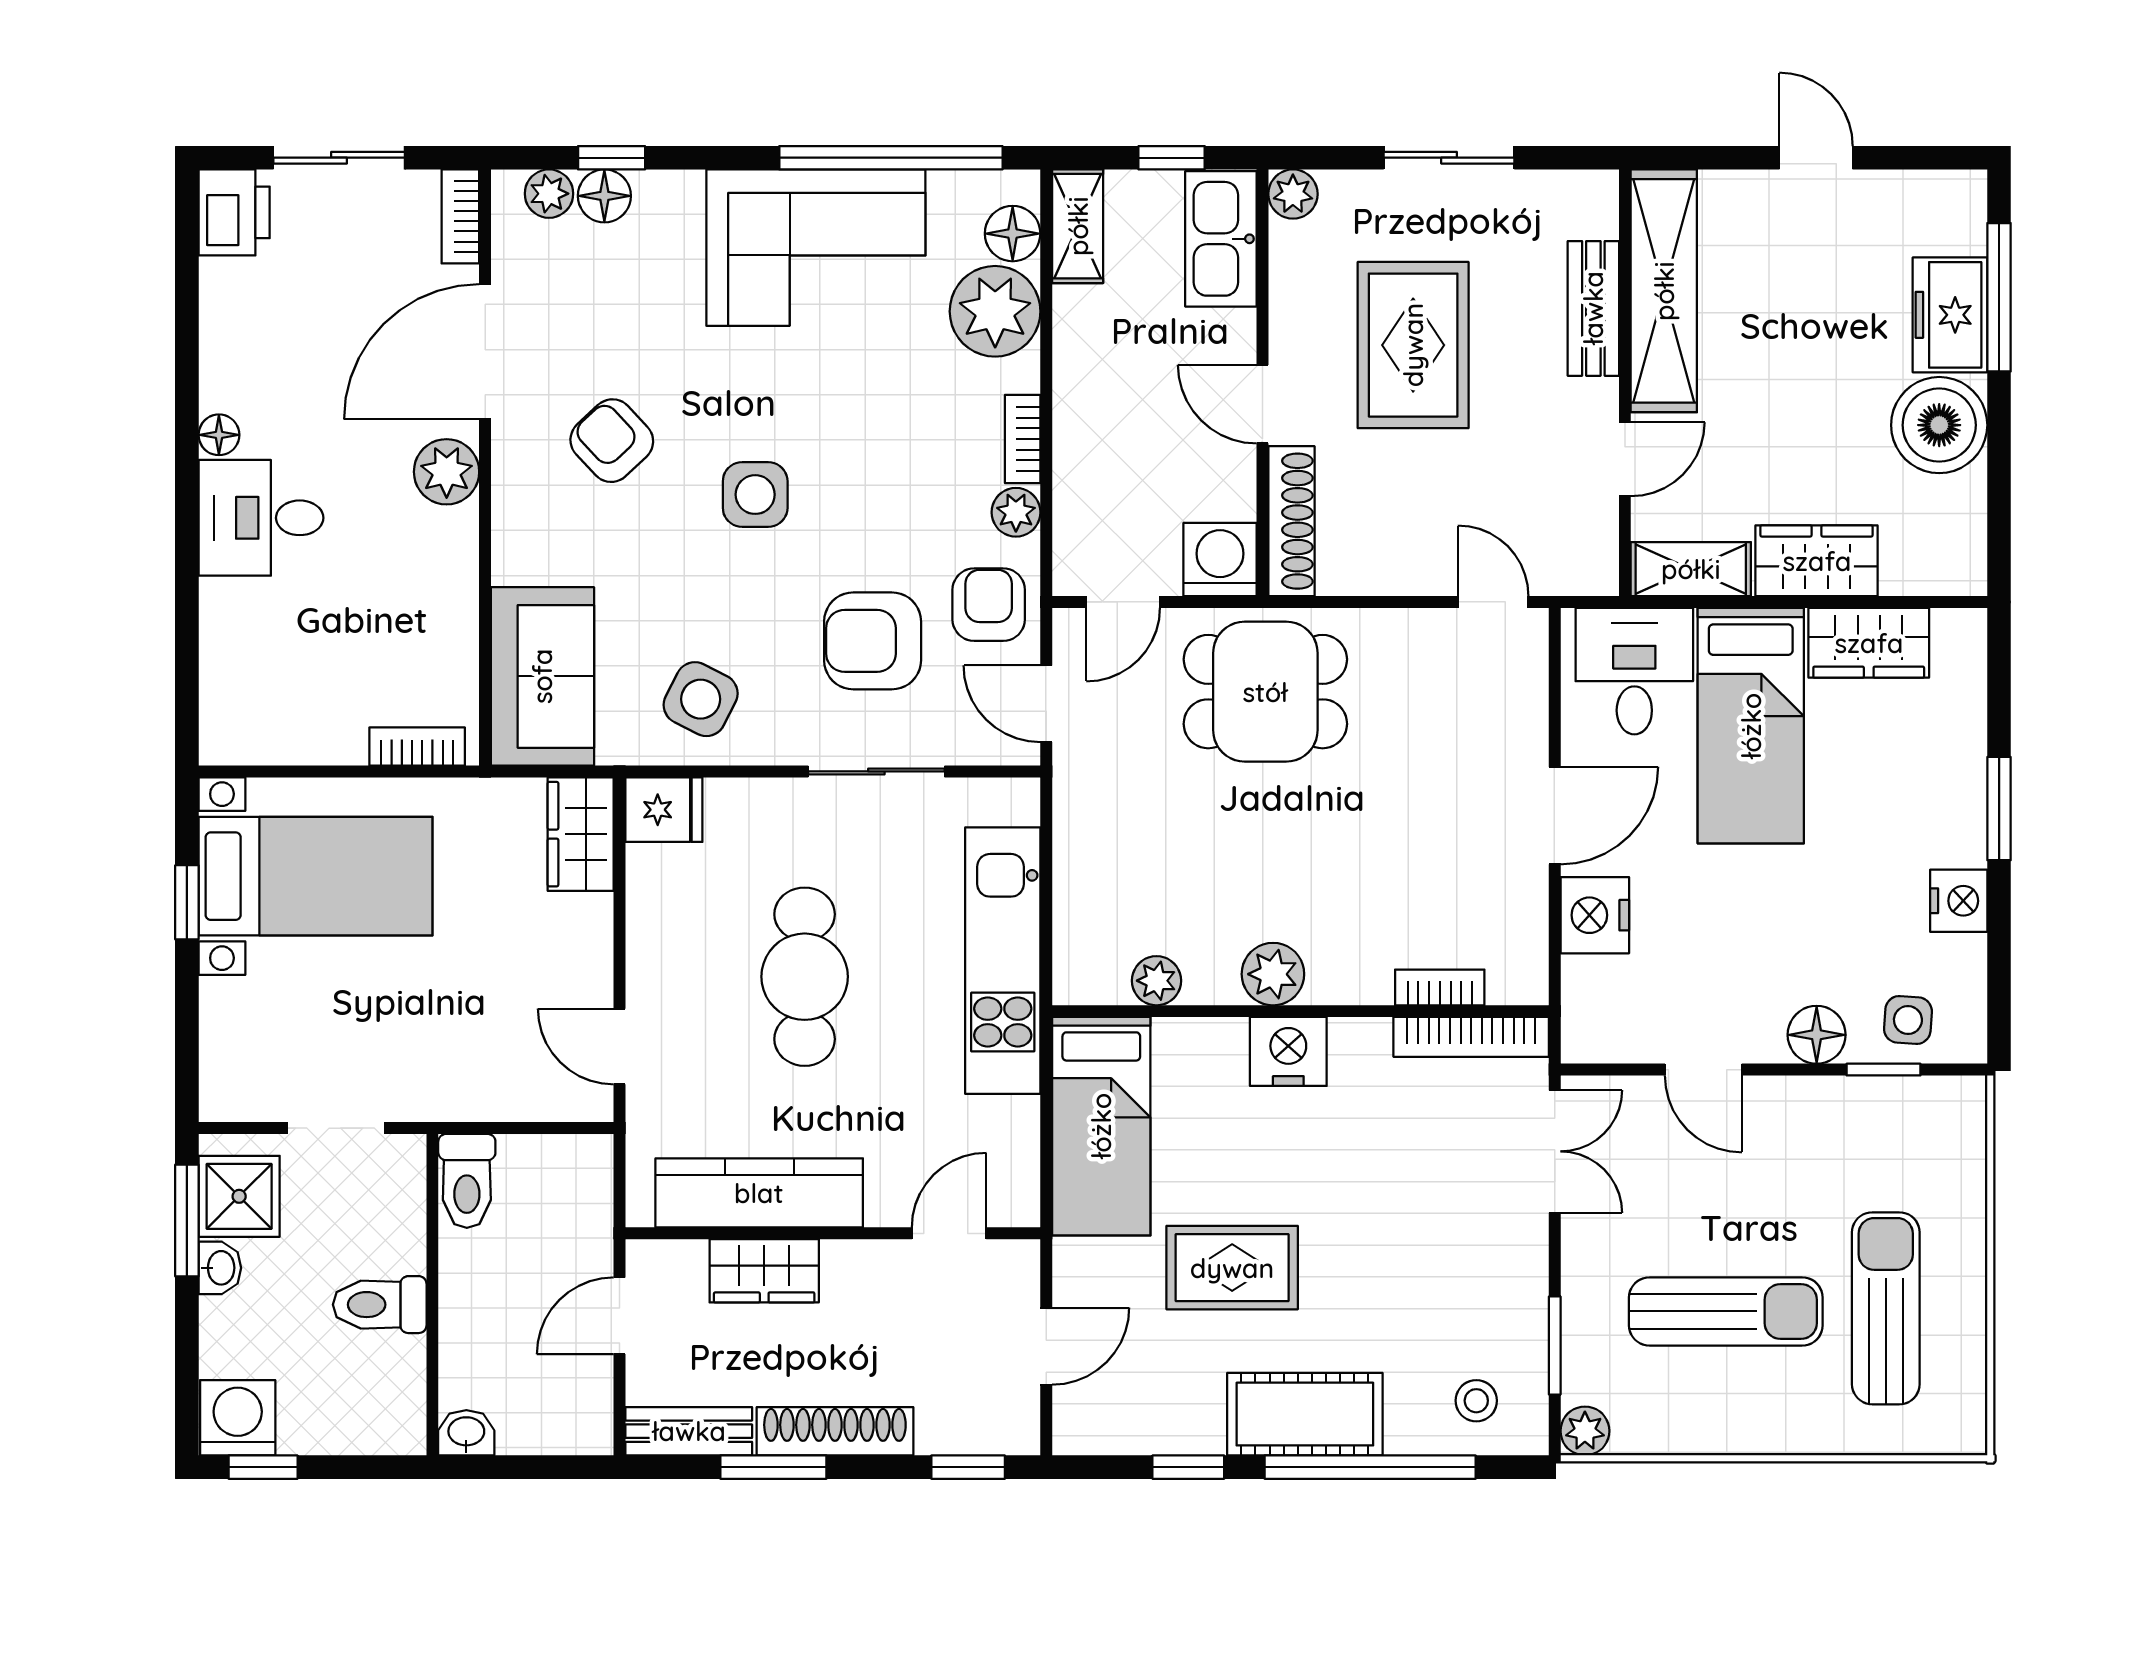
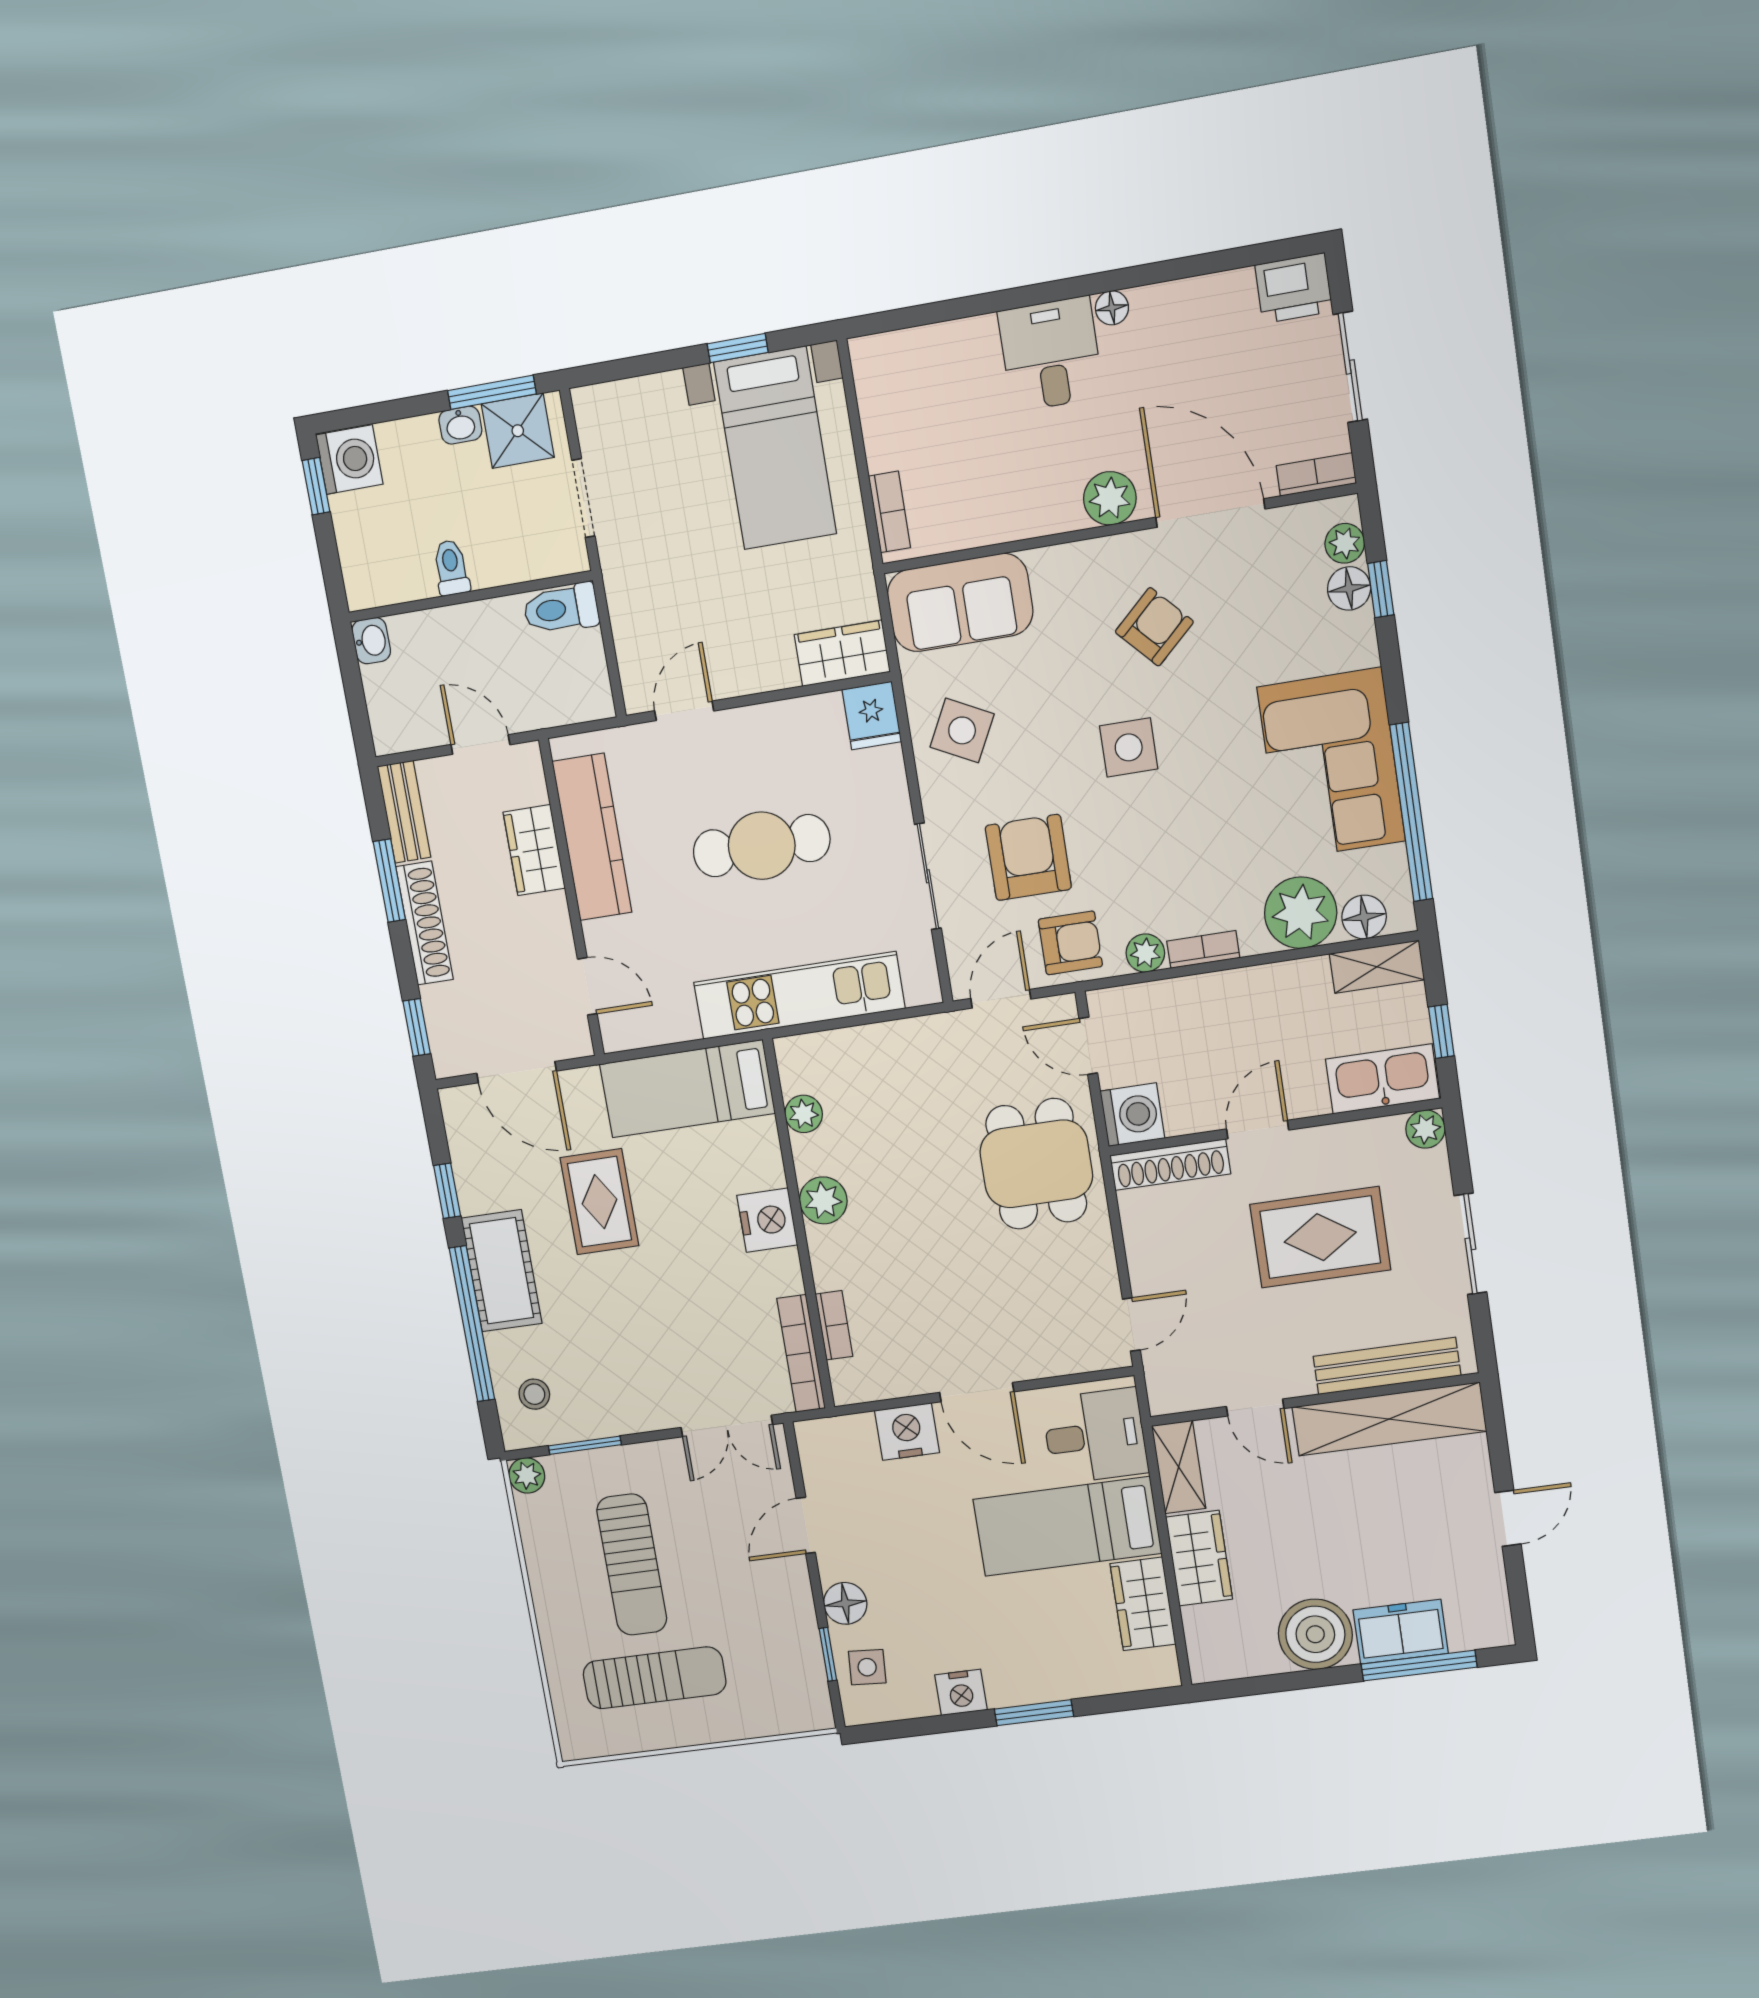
bench: (1593, 308) -> (1387, 1366), width x1.36
toilet: (380, 1305) -> (451, 568), width x0.73, depth x0.72
door: (1046, 1346) -> (517, 1072), width x1.38

